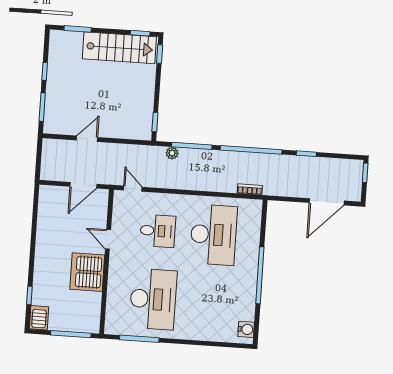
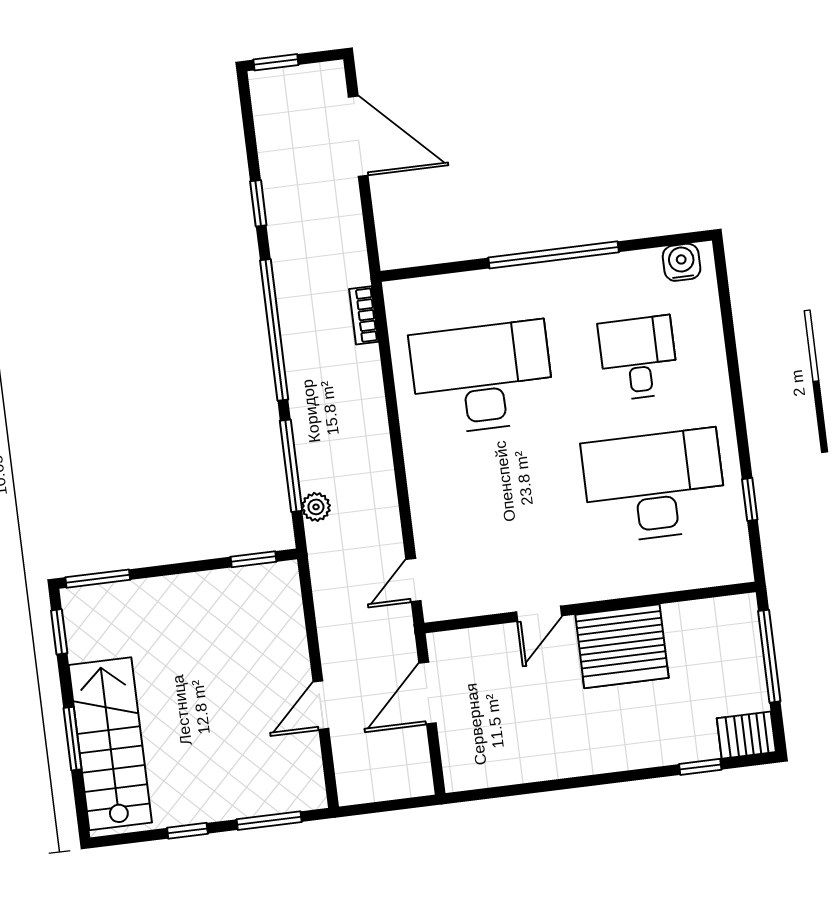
window: (78, 29) -> (72, 739), moved
stairs: (119, 48) -> (110, 744), moved
window: (160, 54) -> (98, 579), width x1.50
door: (87, 139) -> (321, 705), hinge flipped
door: (83, 185) -> (428, 693), swing flipped
desk: (158, 231) -> (638, 358), moved
window: (139, 339) -> (750, 499), width x0.46

